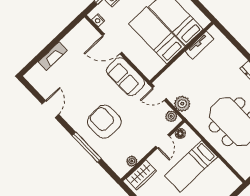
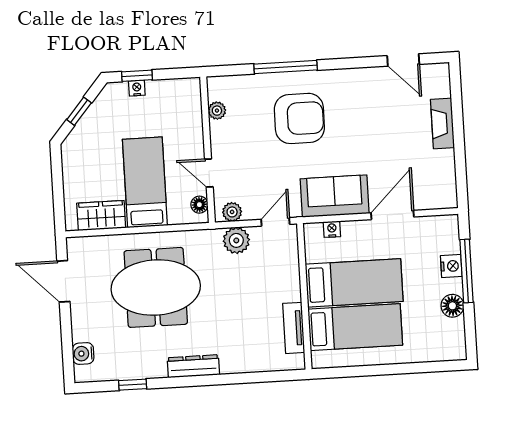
nightstand: (98, 20) -> (332, 229), moved
door: (50, 109) -> (403, 60), moved
wardrobe: (141, 175) -> (101, 216), moved, turned 90

